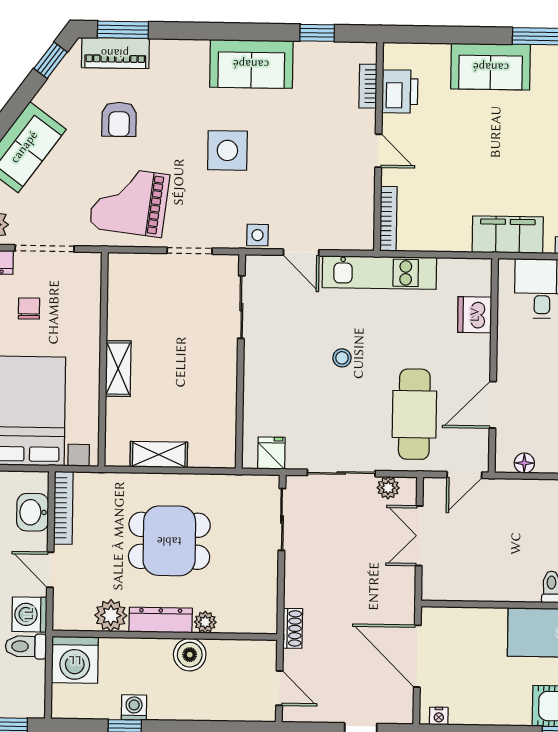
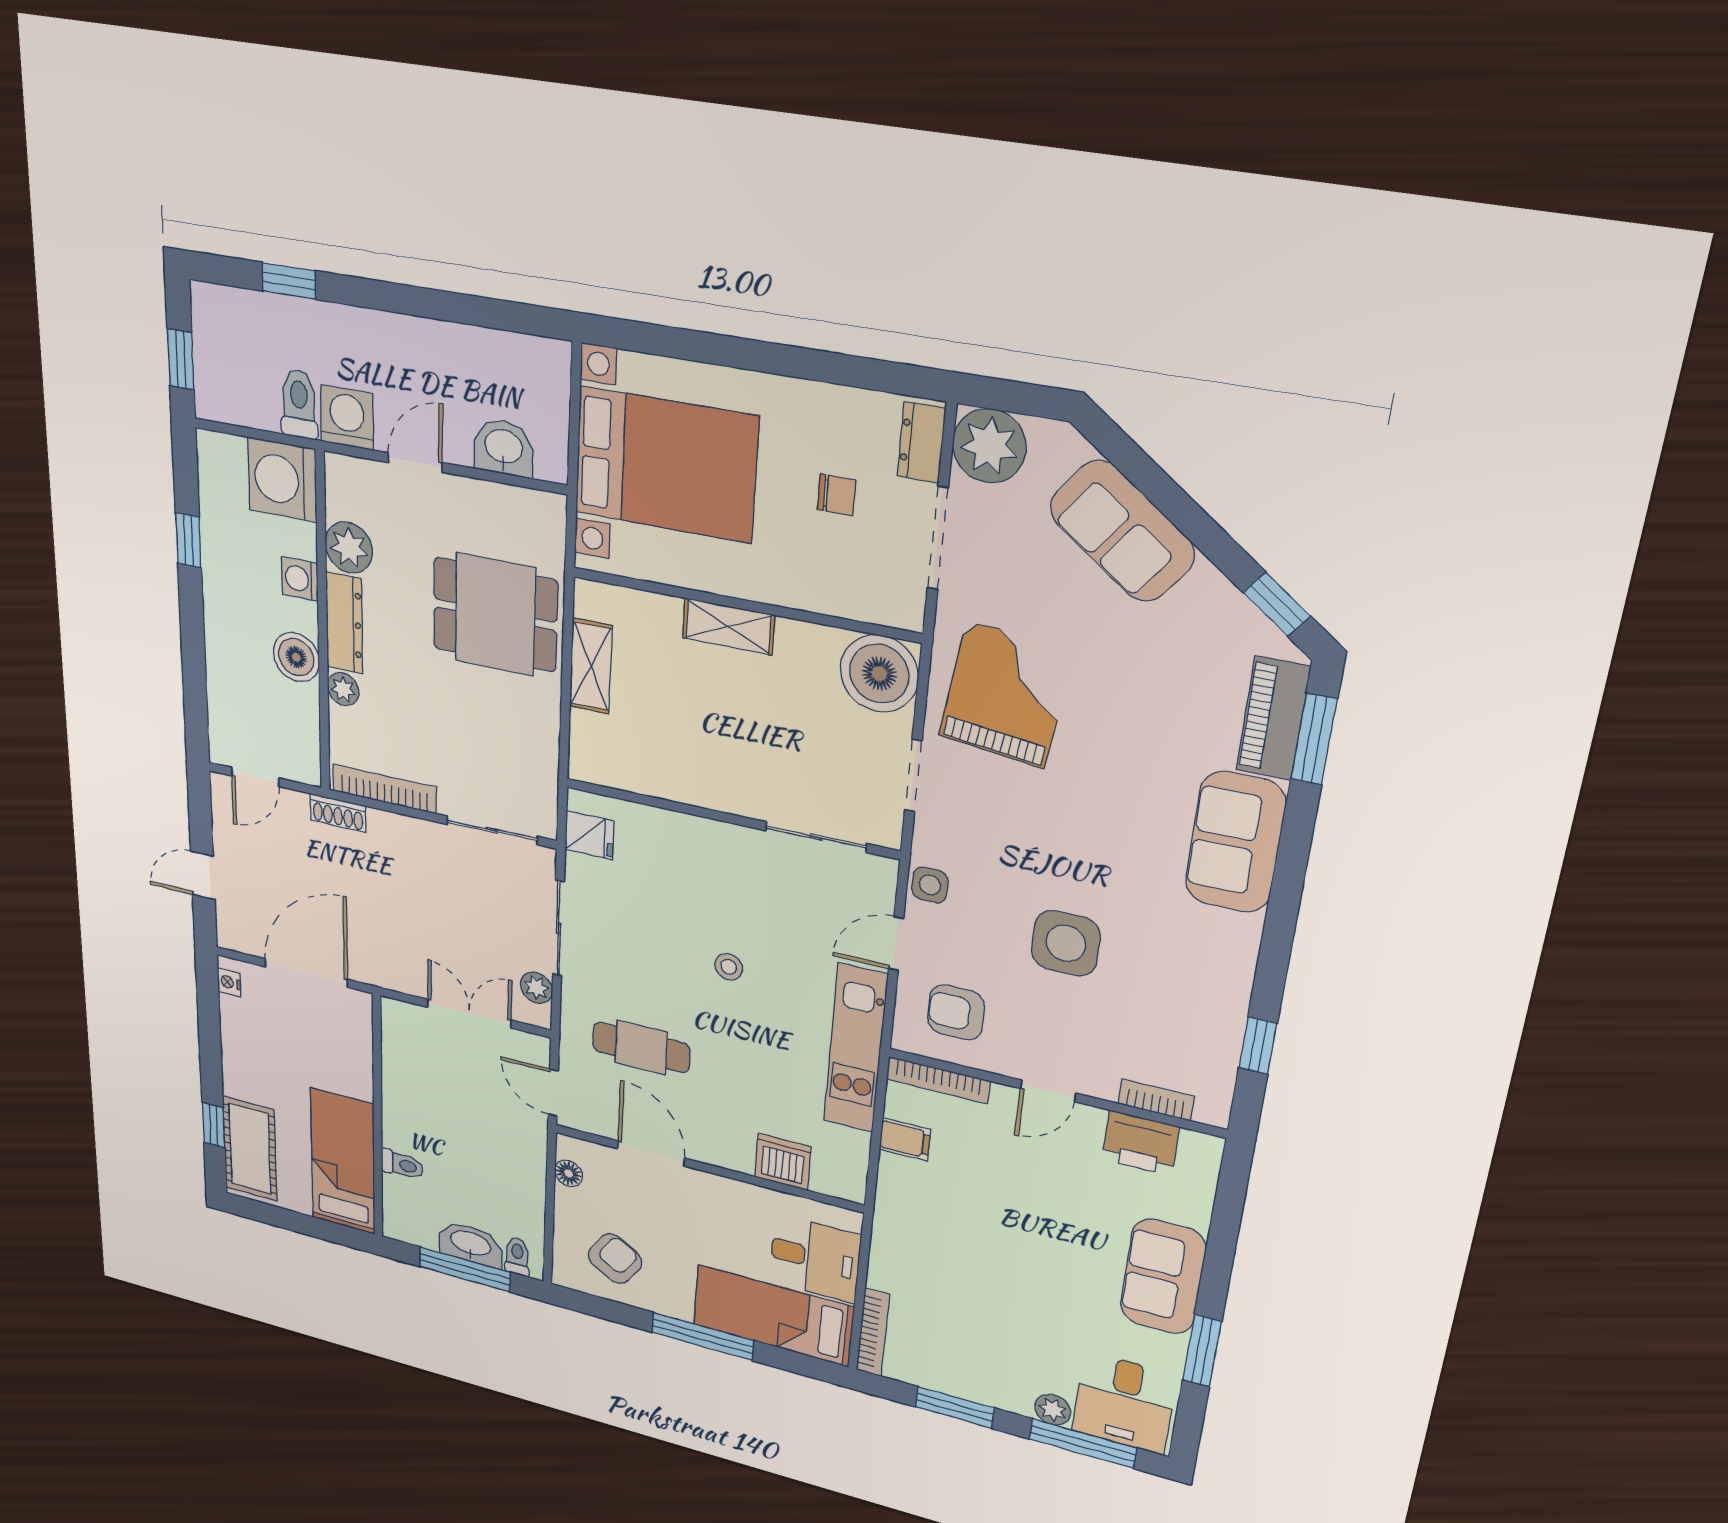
sofa: (251, 64) -> (1235, 842), moved
armchair: (119, 119) -> (956, 1012), moved
side table: (227, 150) -> (1066, 943), moved
filing cabinet: (508, 235) -> (905, 1139), moved, width x0.33, depth x0.86
boiler: (130, 276) -> (879, 674), added
cafe table: (414, 414) -> (641, 1047), width x0.73, depth x0.74
bookcase: (63, 508) -> (384, 789), moved, turned 180
dining table: (169, 541) -> (495, 615), moved, turned 90
washing machine: (134, 707) -> (300, 579), moved, turned 180

